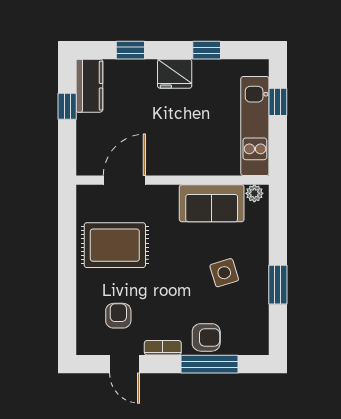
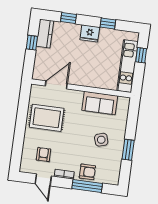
plant: (254, 193) -> (122, 101), removed

